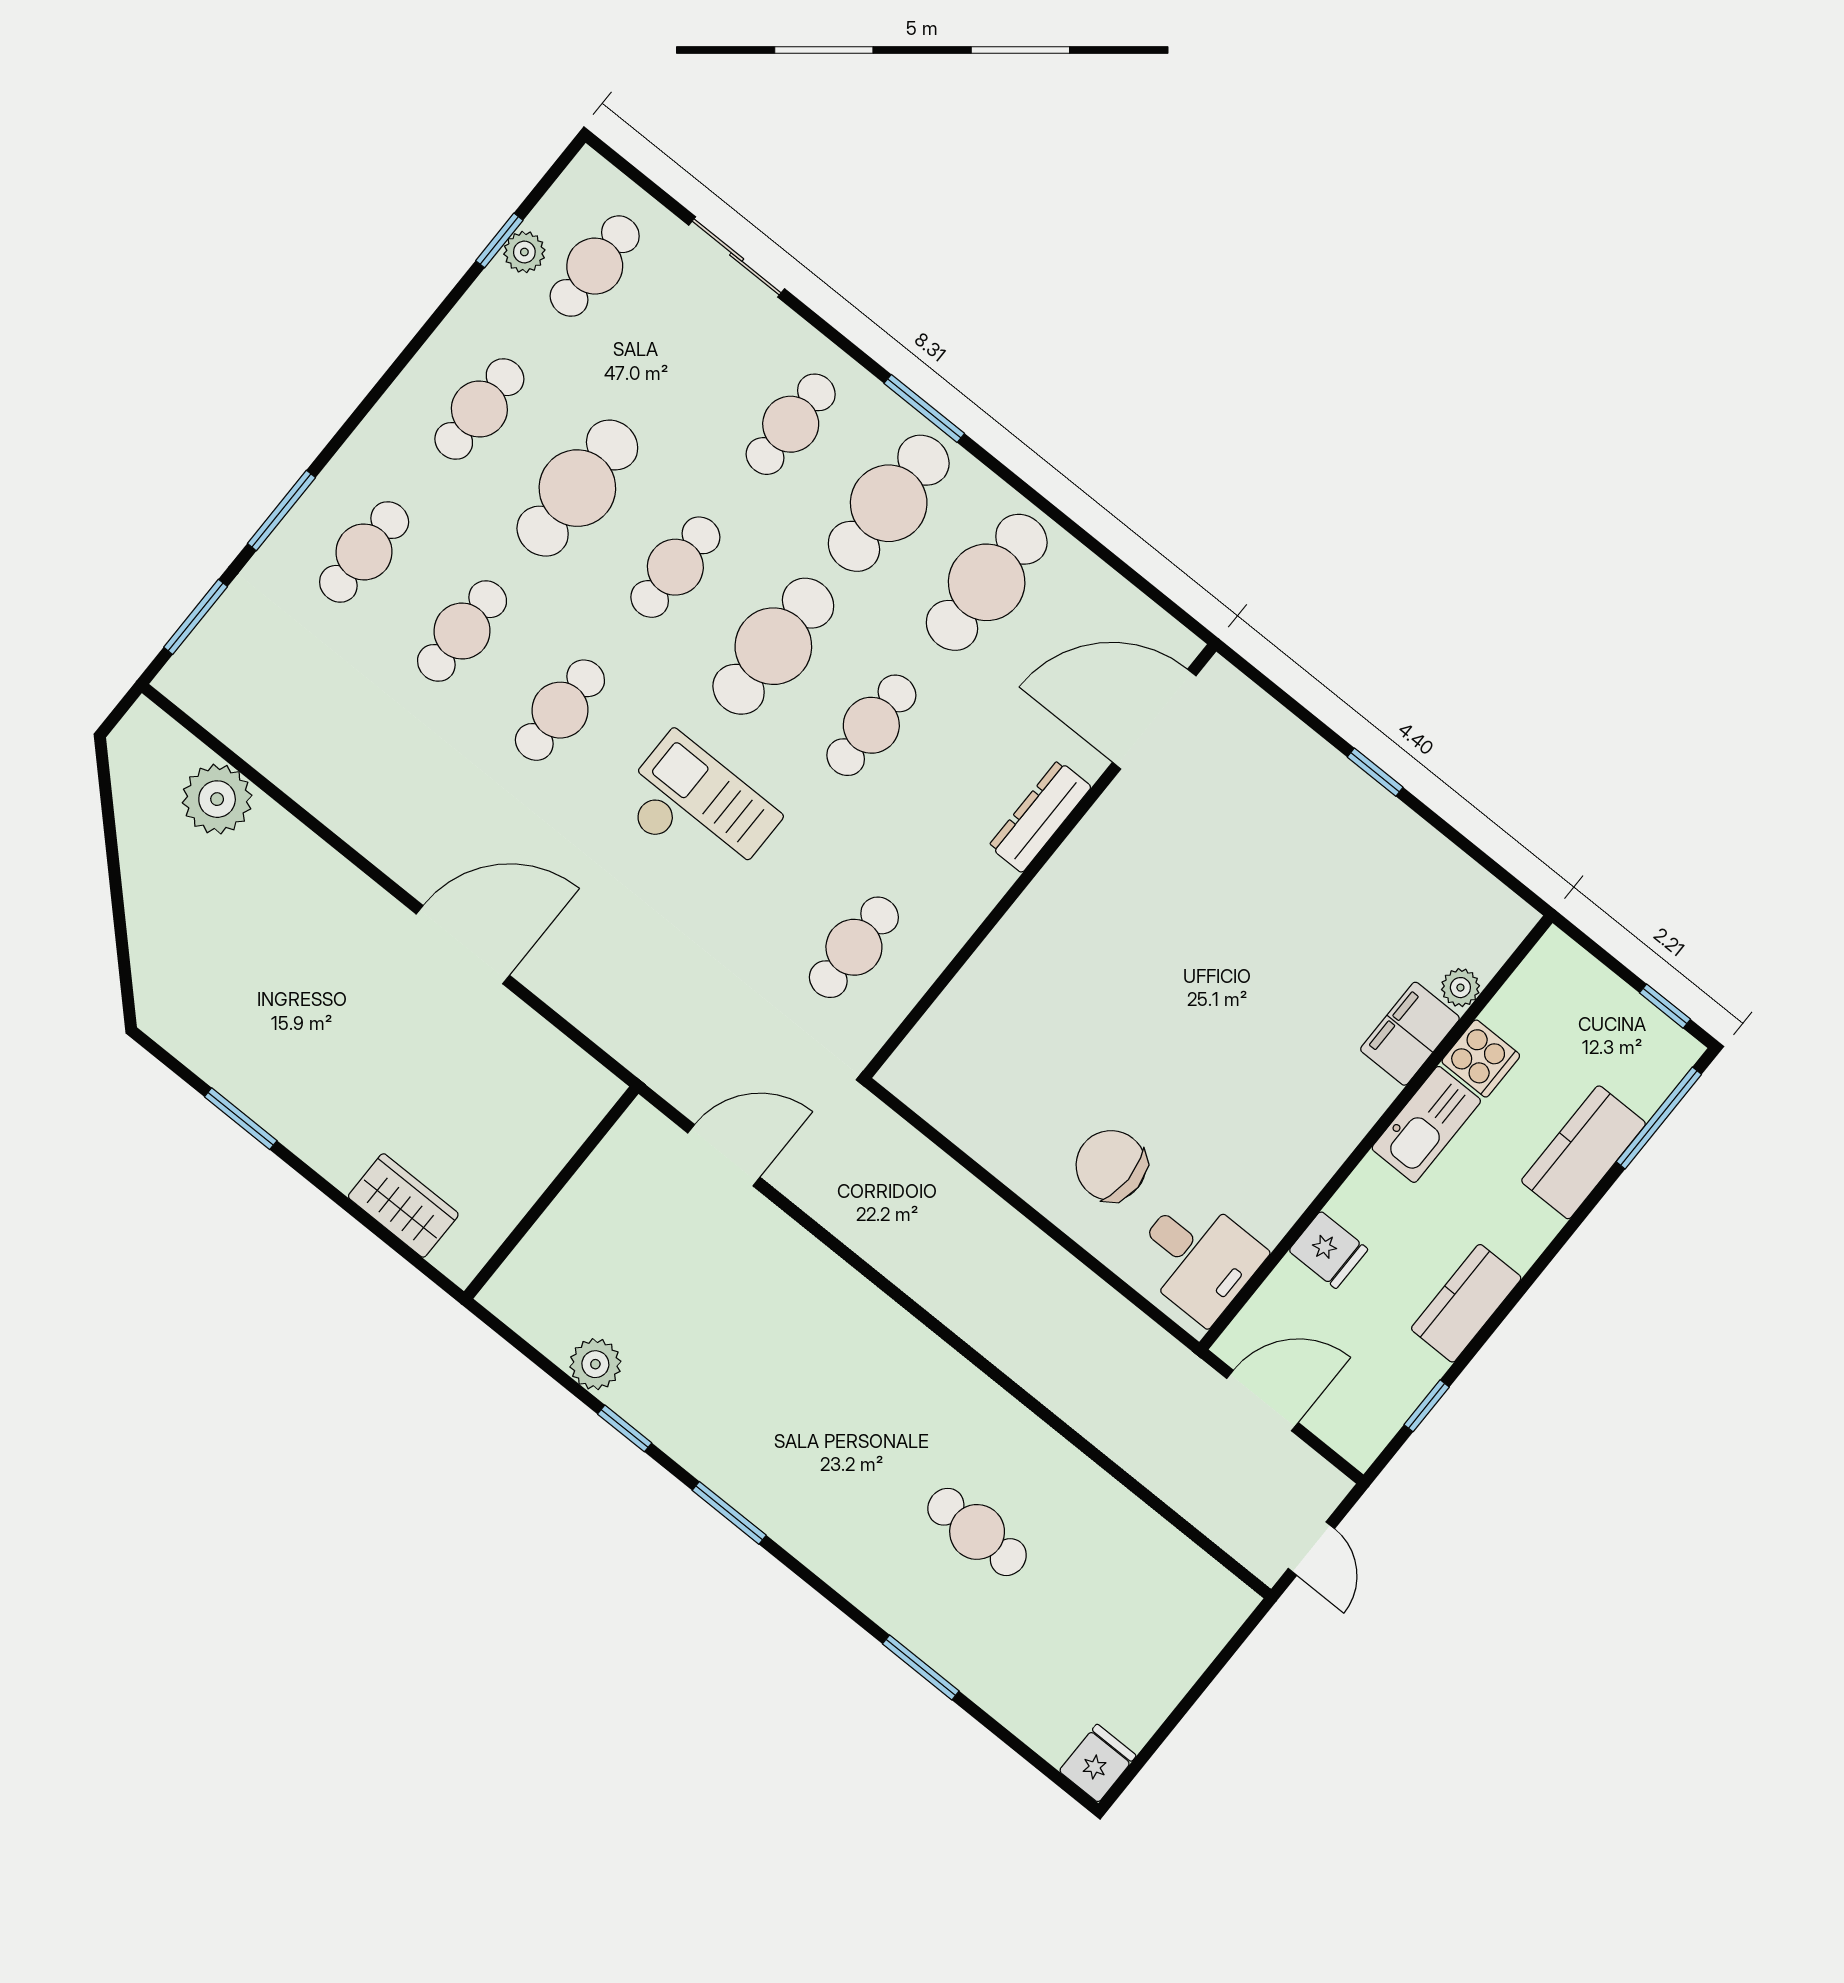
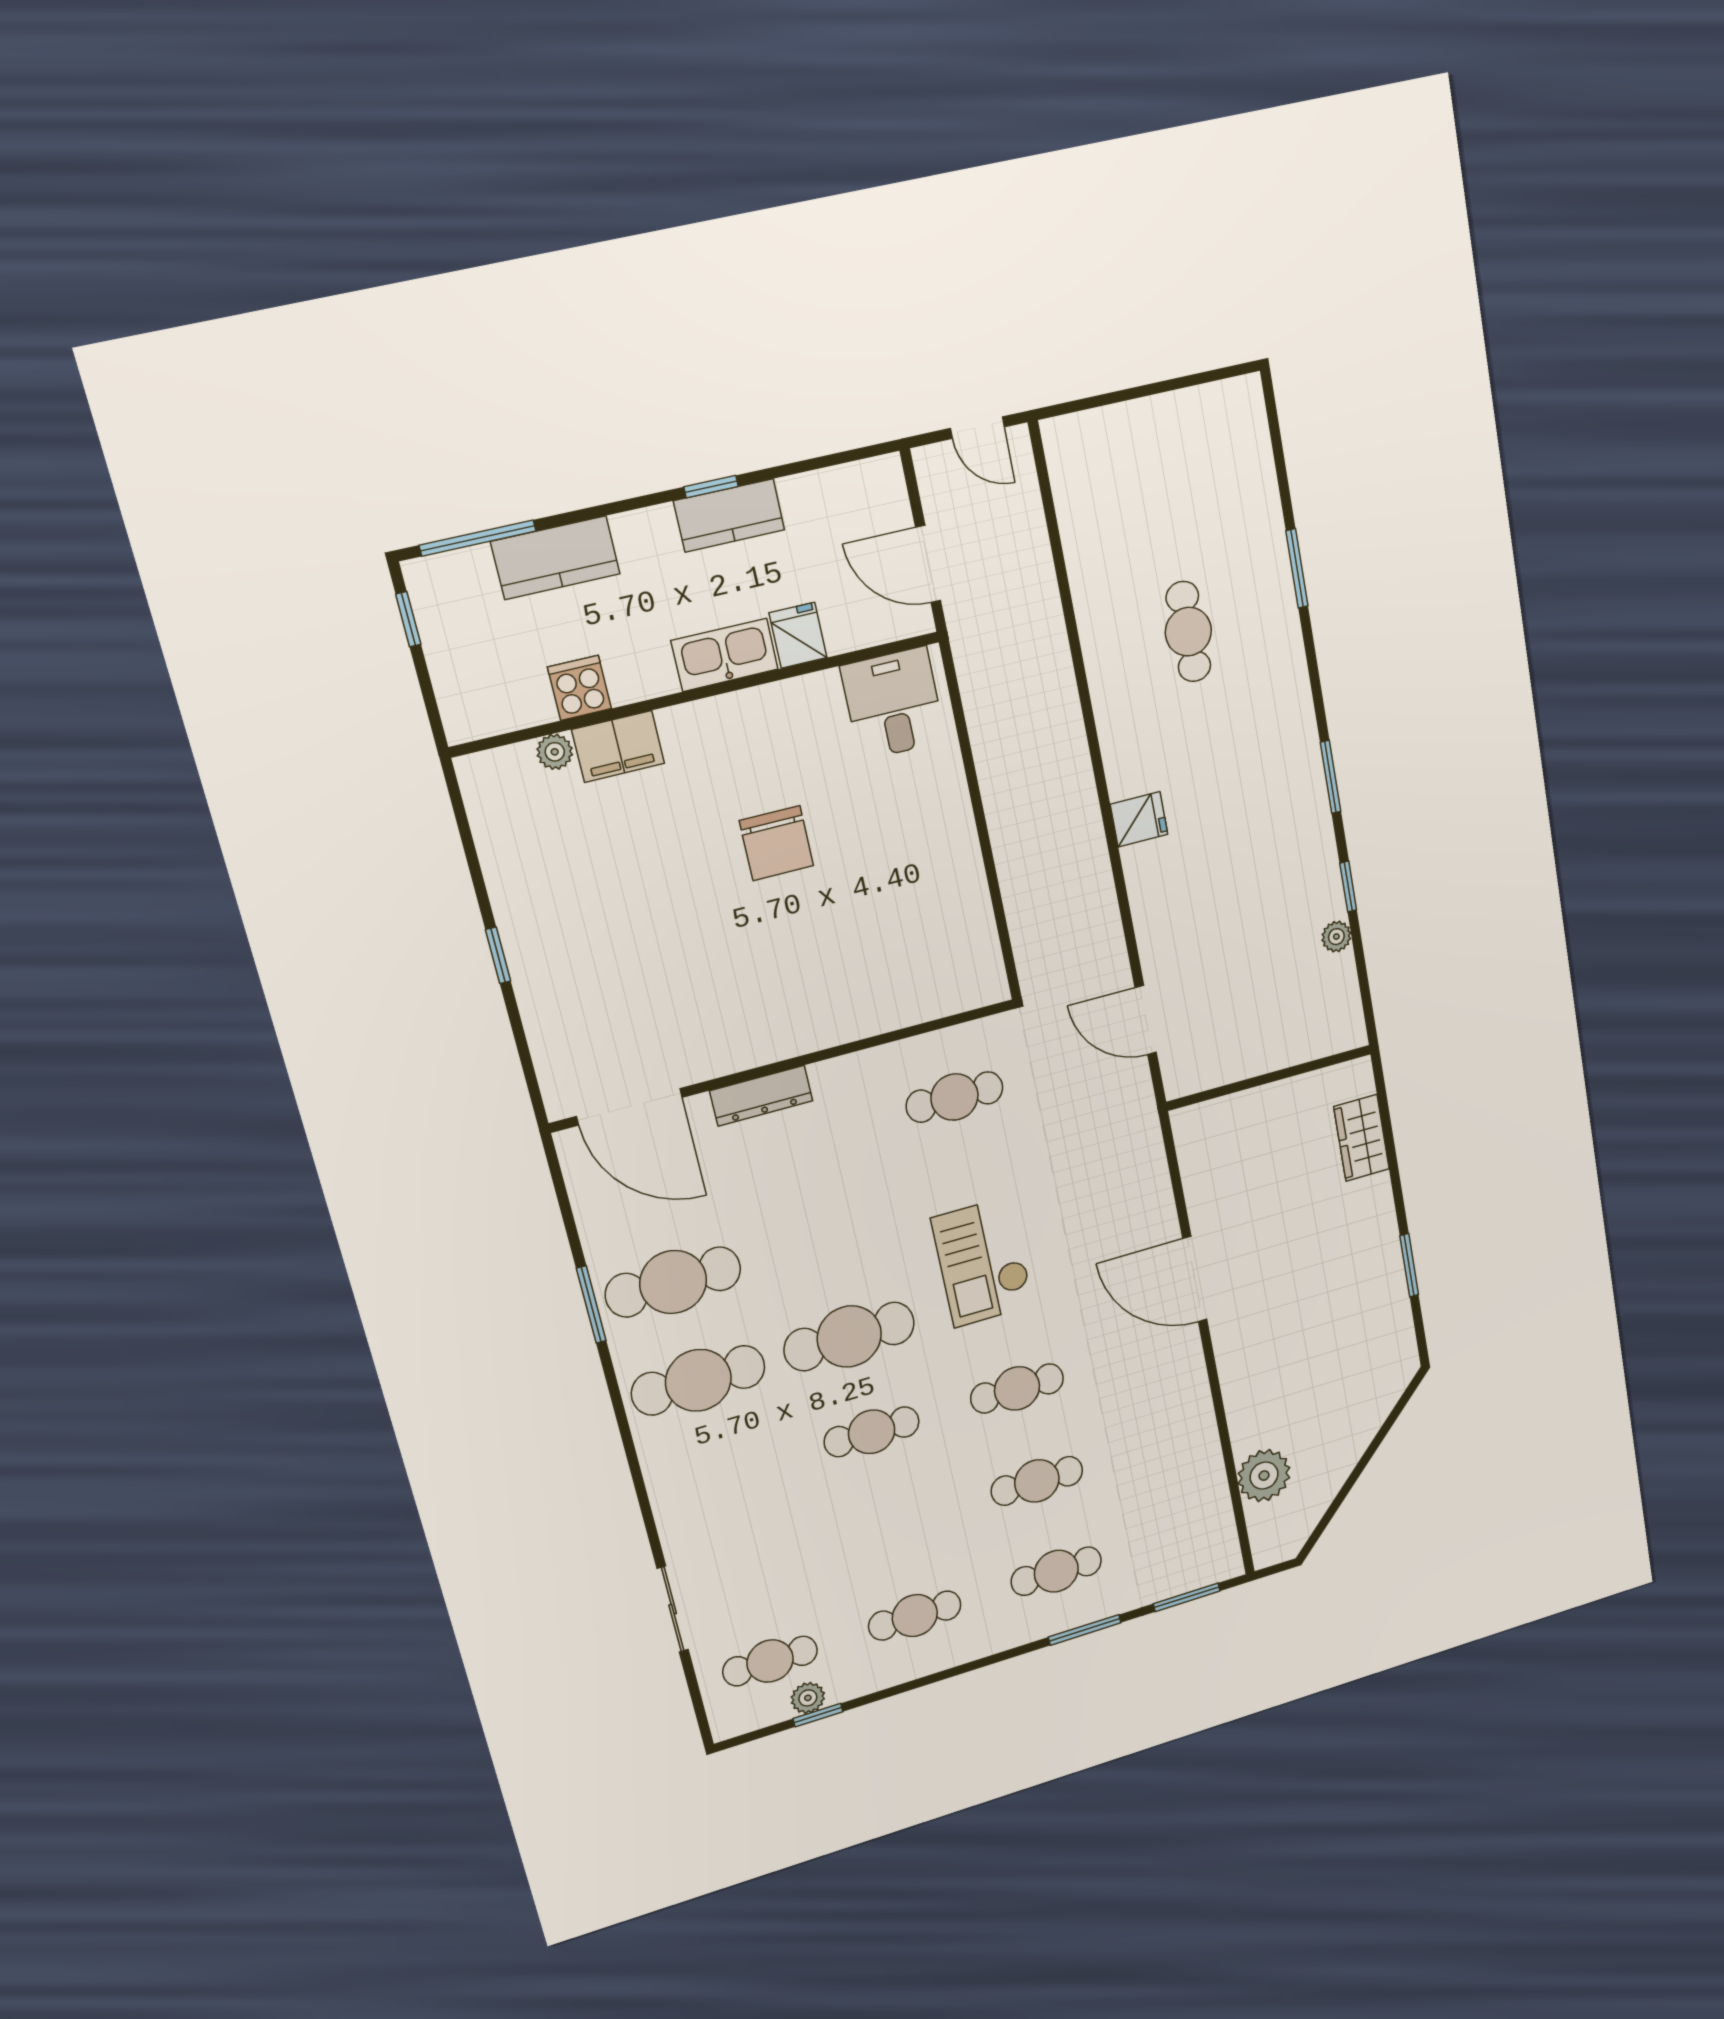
window: (924, 408) -> (591, 1305), moved
cafe table: (791, 424) -> (723, 1476), removed
cafe table: (577, 488) -> (893, 1525), removed
cafe table: (871, 725) -> (826, 1239), removed
kitchen sink: (1426, 1124) -> (725, 655), moved
chair: (1111, 1165) -> (776, 843), moved
plant: (595, 1364) -> (1336, 937), width x0.73, depth x0.73
window: (1427, 1406) -> (711, 487), moved
door: (1311, 1549) -> (977, 428), swing flipped
fridge: (1098, 1763) -> (1139, 819), moved, turned 180

